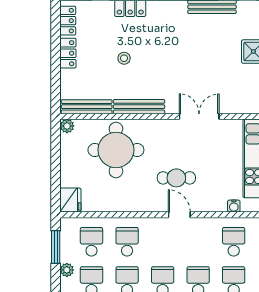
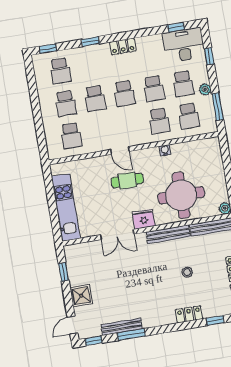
fridge: (70, 200) -> (144, 219), moved, turned 90
water cooler: (234, 206) -> (165, 150), moved

